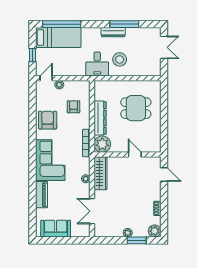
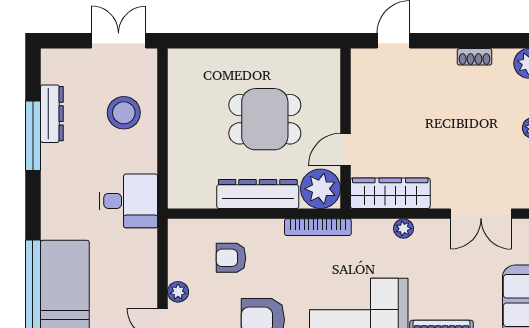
dresser: (113, 32) -> (52, 114), moved
double door: (164, 47) -> (119, 41), moved
stool: (120, 59) -> (124, 113), moved
dining table: (136, 108) -> (265, 119), moved, turned 90
door: (135, 155) -> (345, 149), moved

